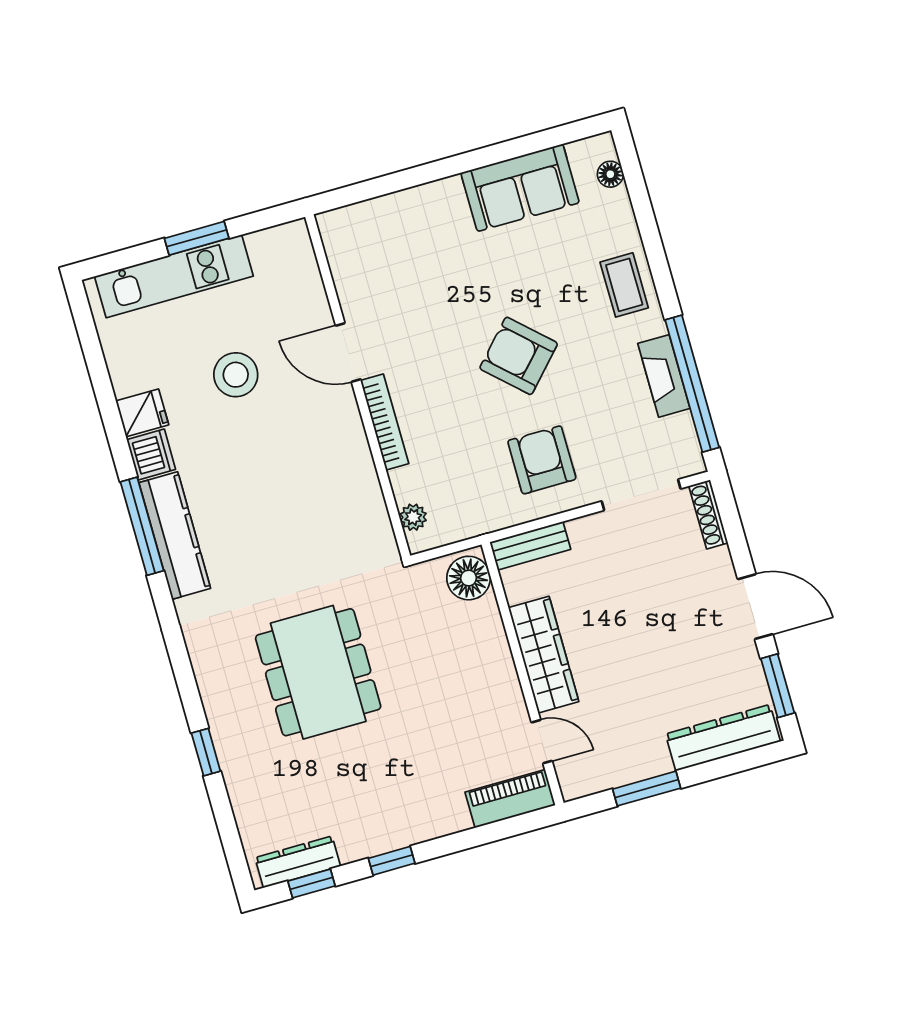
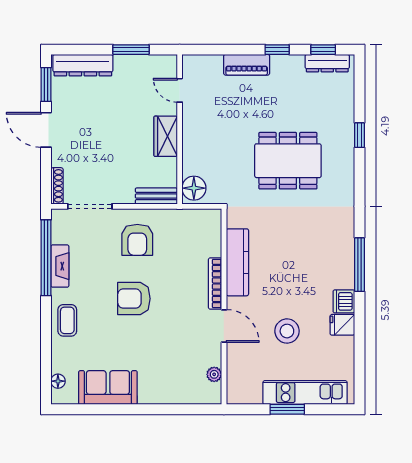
armchair: (519, 356) -> (134, 299), turned 137
plant: (413, 517) -> (214, 374), moved
kitchen counter: (175, 536) -> (237, 262), moved, turned 180
wardrobe: (544, 655) -> (166, 136), width x0.67
dining table: (318, 672) -> (288, 161), turned 90
piano: (510, 799) -> (247, 65), moved

